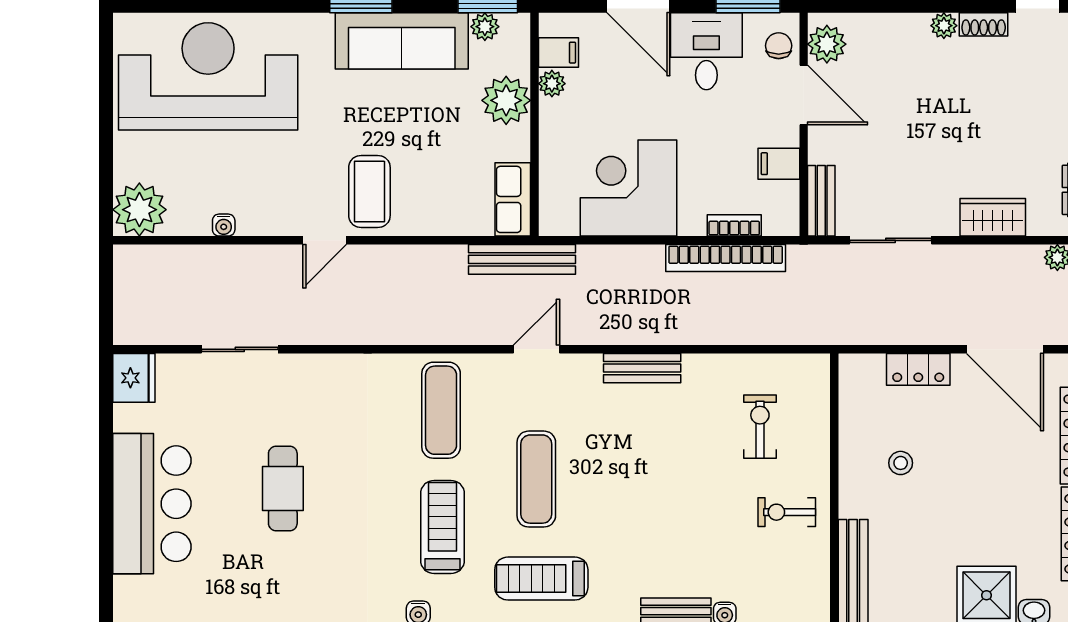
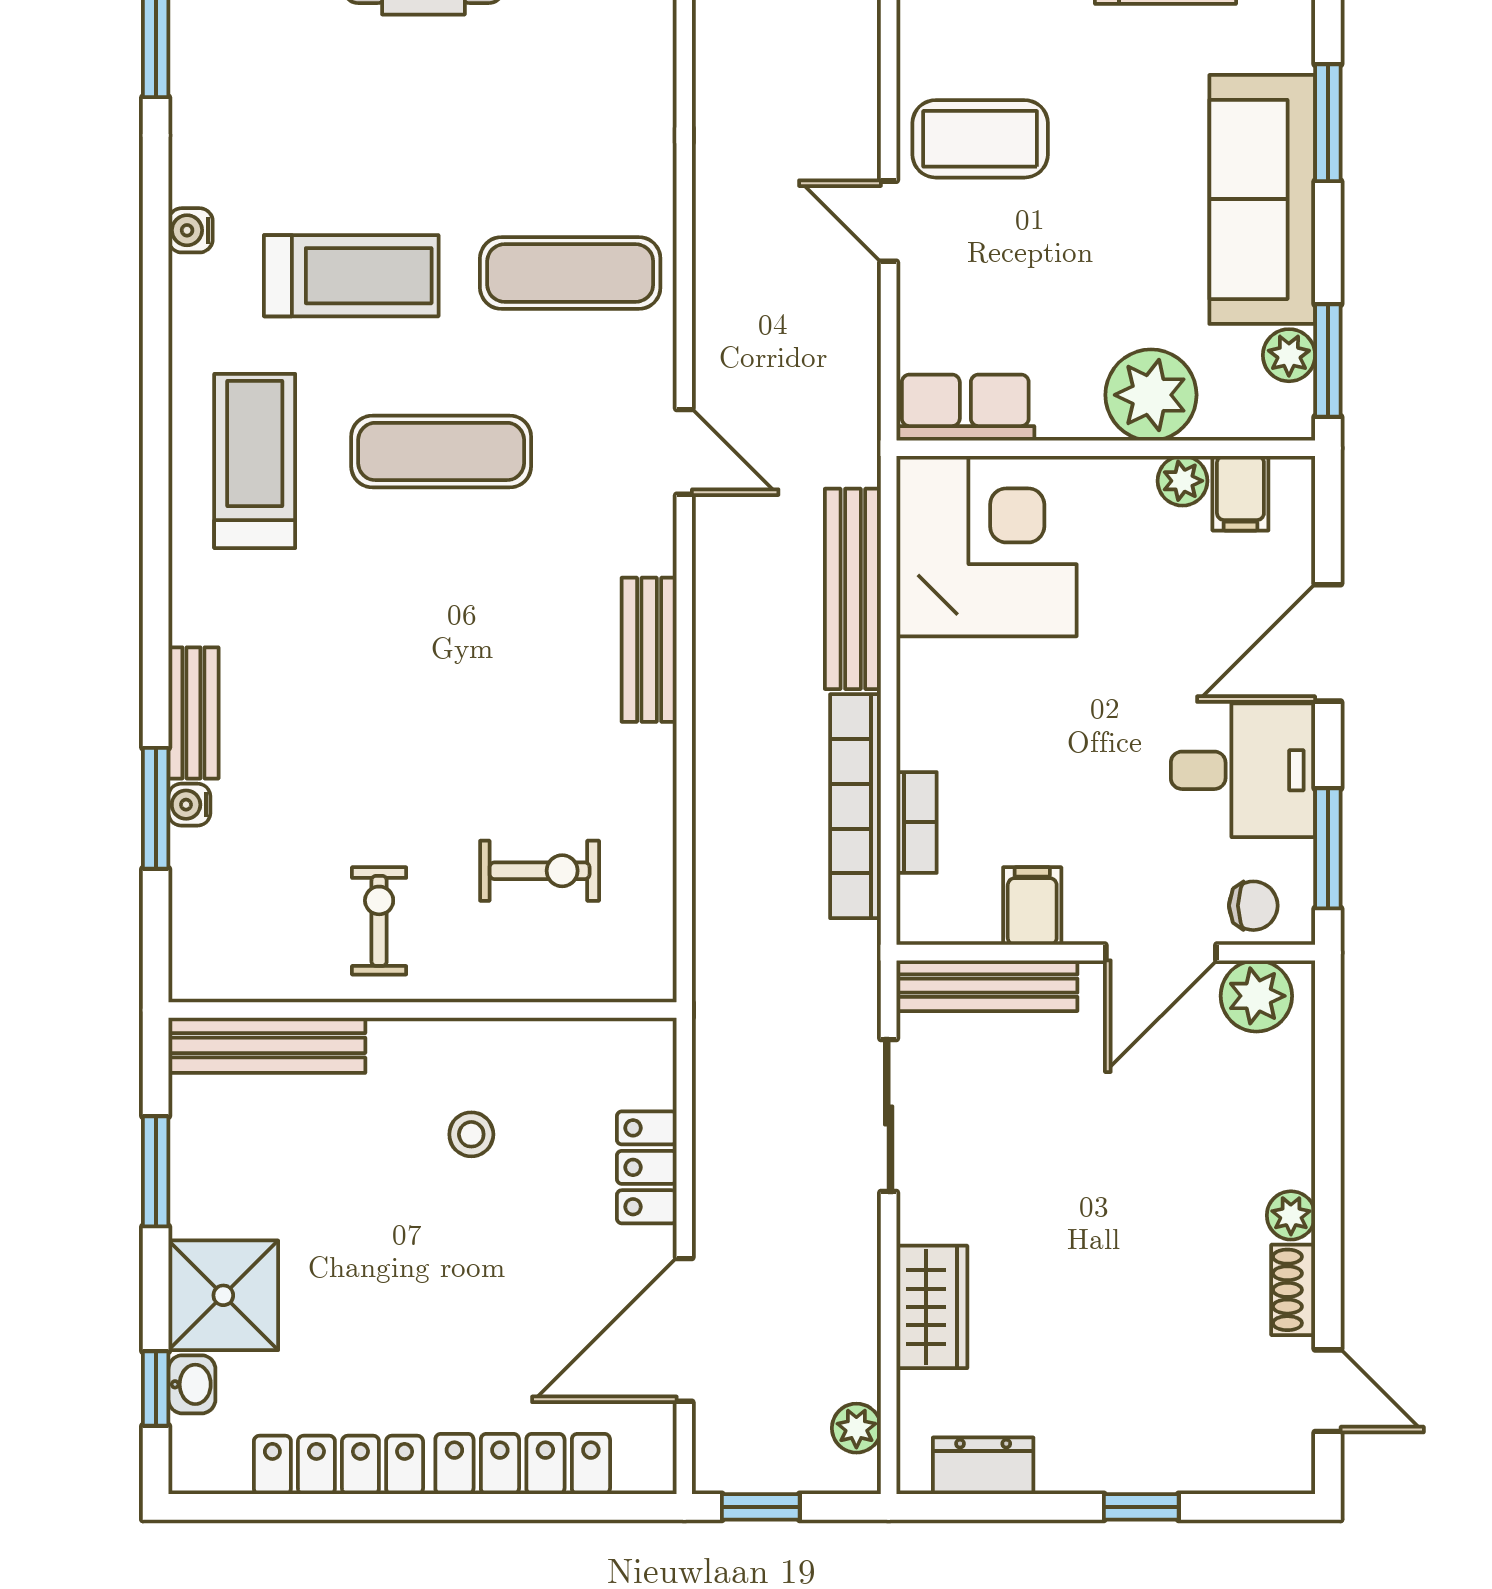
corner desk: (629, 188) -> (987, 546), moved
bench: (821, 201) -> (987, 986), width x1.36
door: (325, 240) -> (889, 221), moved
bench: (522, 259) -> (853, 589), moved

